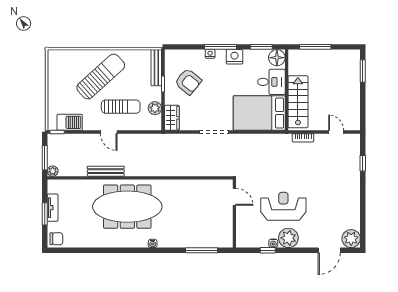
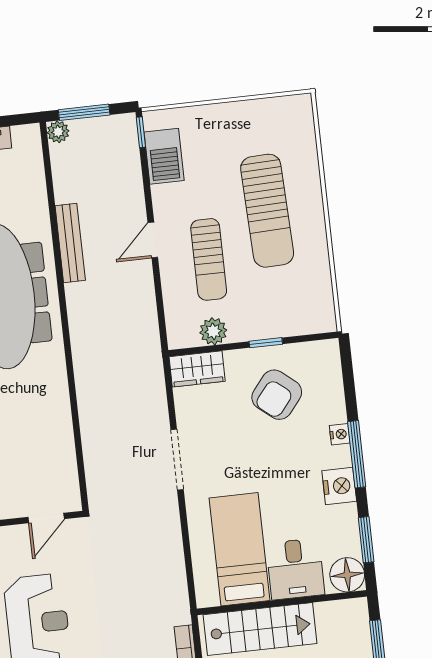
bench: (156, 68) -> (298, 325), removed
sun lounger: (101, 77) -> (267, 211), turned 40
bed: (259, 113) -> (239, 549), width x0.67

